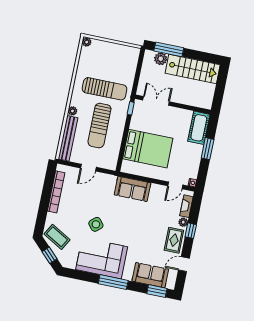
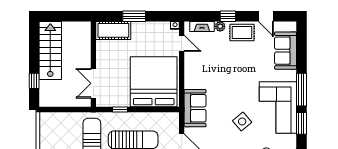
window: (169, 49) -> (34, 81), width x0.46
plant: (161, 59) -> (46, 88), removed
window: (131, 108) -> (120, 110), moved
bed: (148, 149) -> (154, 82), width x1.36
sofa: (132, 189) -> (195, 108), moved
window: (157, 291) -> (301, 123), moved

